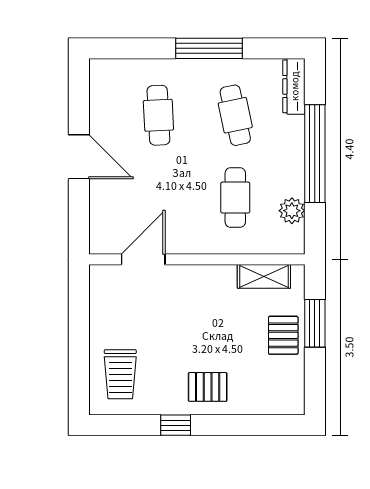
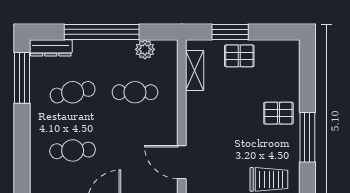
window: (209, 48) -> (22, 78), moved
pallet: (208, 387) -> (278, 113), turned 90
window: (176, 425) -> (307, 137), width x2.17

